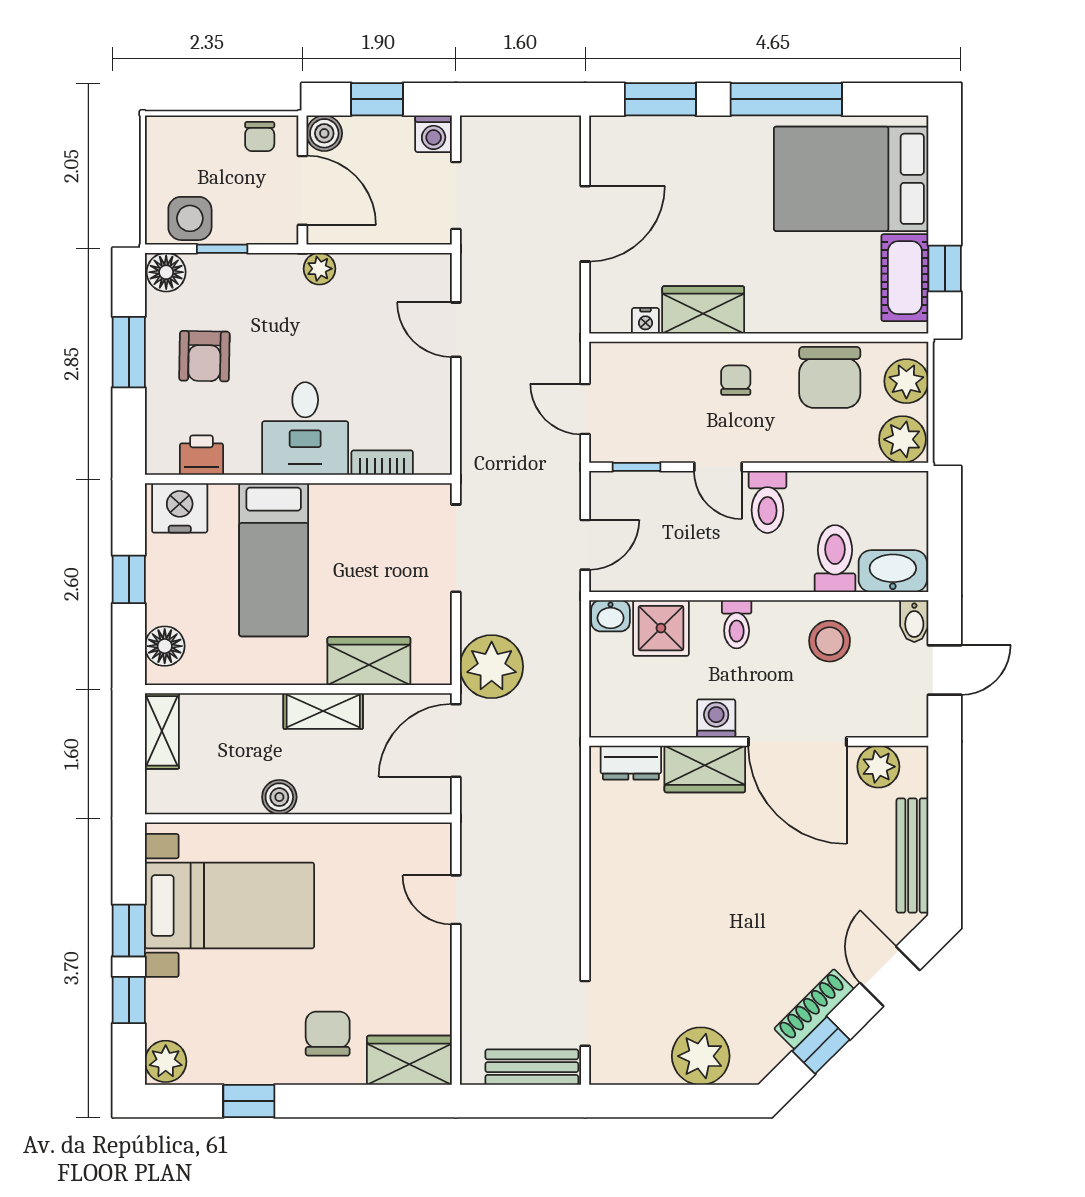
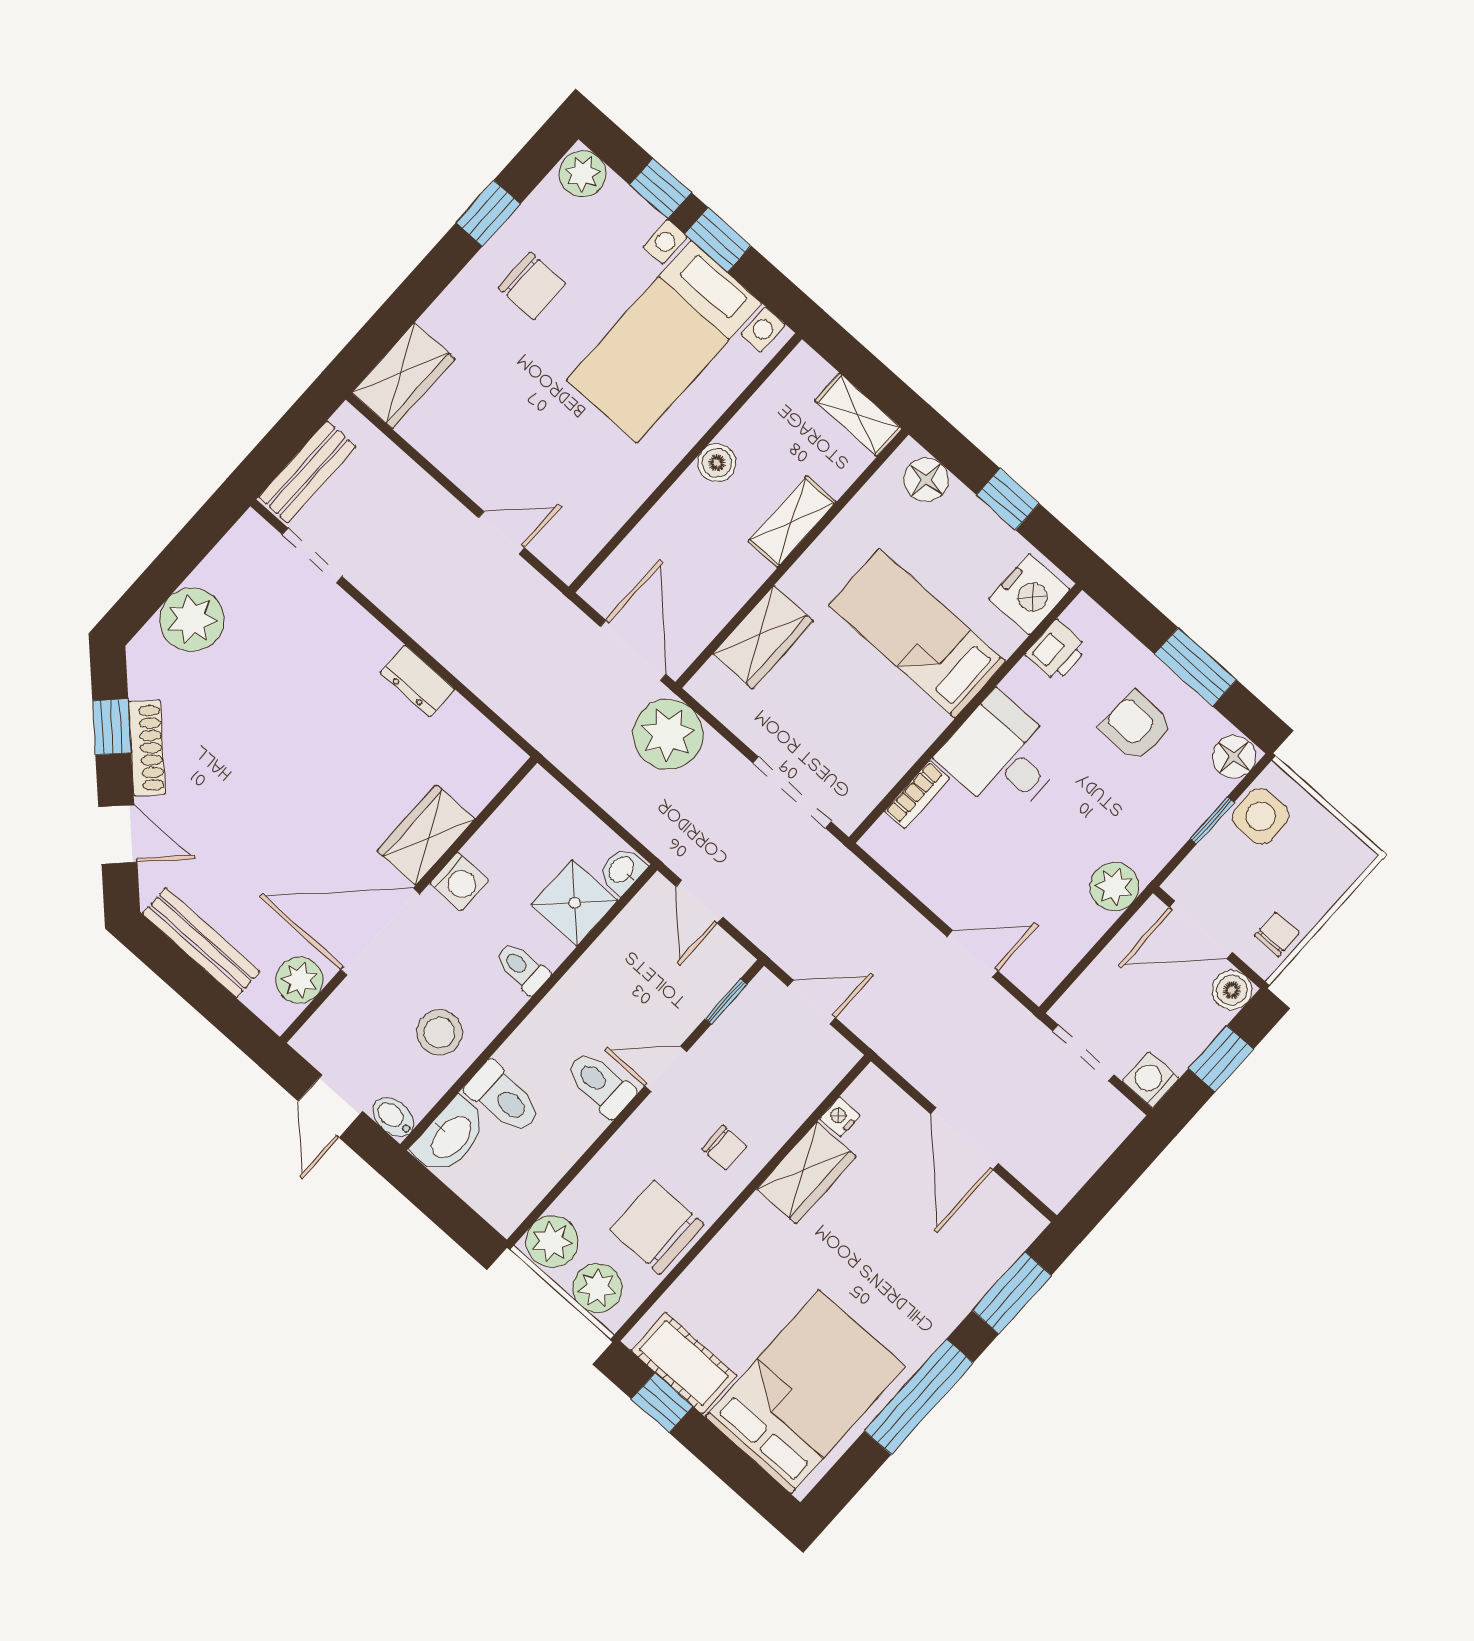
chair: (260, 137) -> (1277, 934), turned 90
plant: (319, 269) -> (1114, 887), width x1.38, depth x1.38
shelving: (323, 711) -> (792, 522), moved
dresser: (631, 763) -> (417, 681), moved, turned -90
chair: (328, 1034) -> (532, 286), moved

